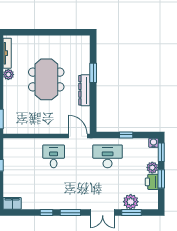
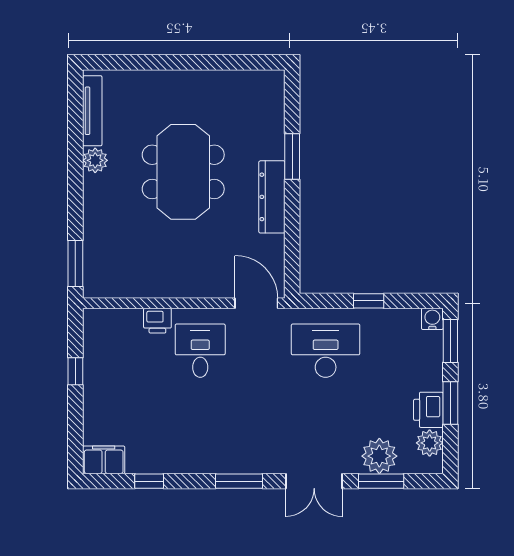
printer: (35, 144) -> (157, 321), added
plant: (152, 168) -> (430, 443), moved
window: (47, 213) -> (149, 481), moved

